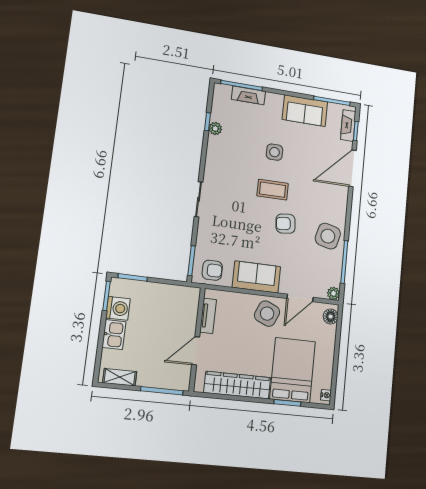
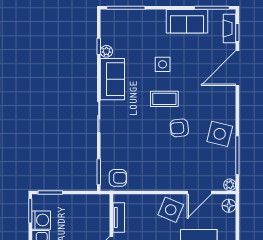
fireplace: (248, 95) -> (133, 16), removed
sofa: (256, 277) -> (112, 79), moved, turned 90

